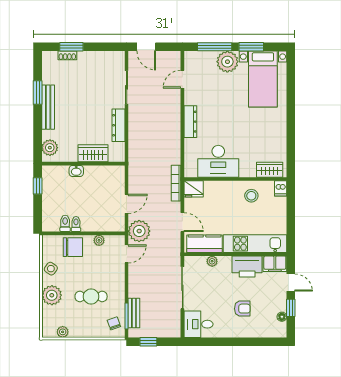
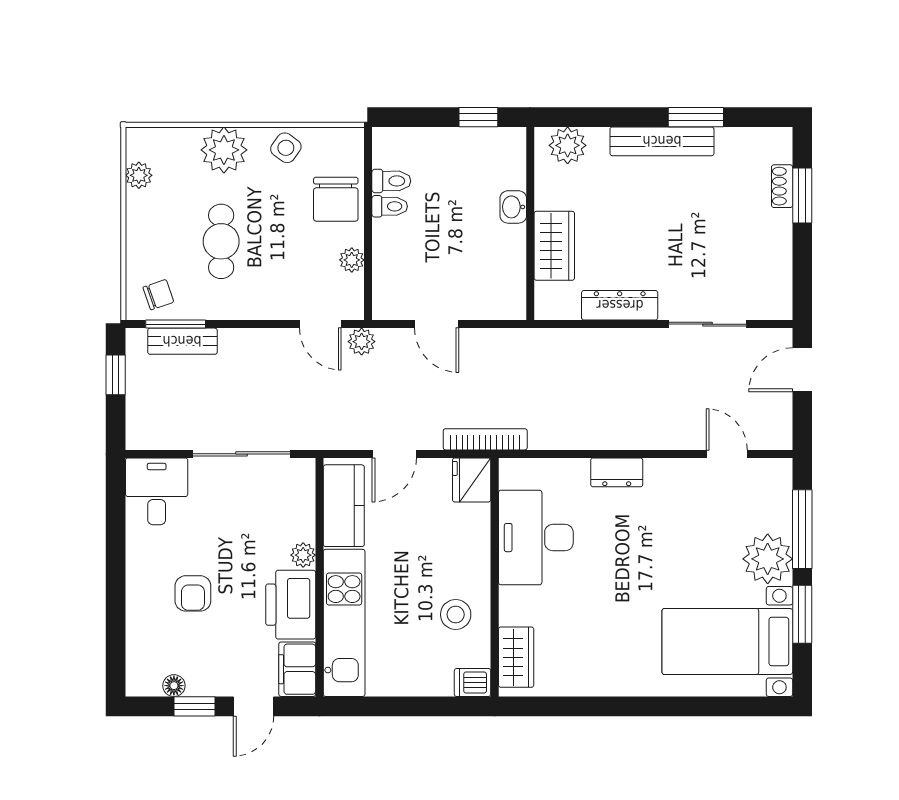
dresser: (190, 122) -> (617, 472), width x0.70
plant: (139, 231) -> (362, 342), width x0.53, depth x0.53
plant: (212, 261) -> (303, 555), moved

